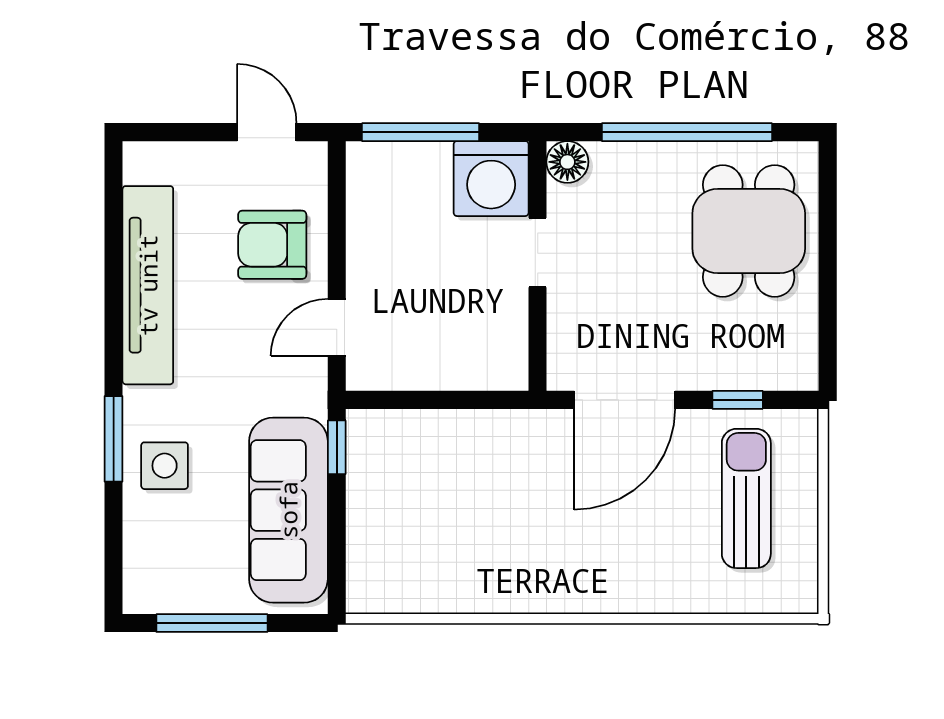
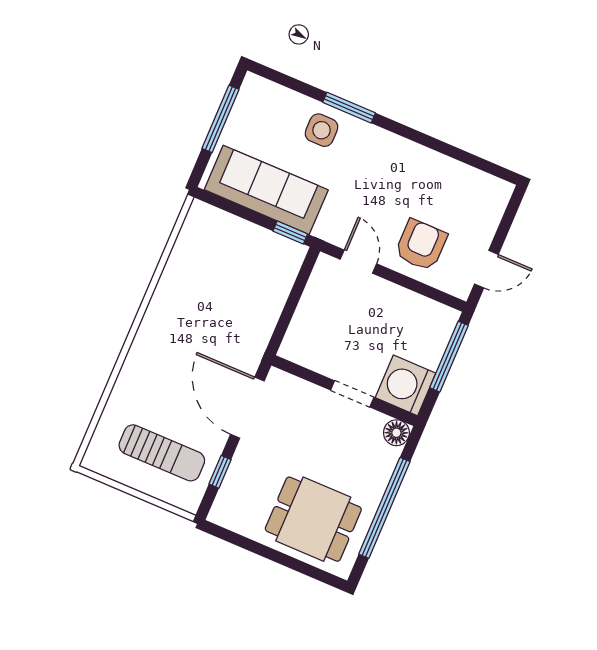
tv unit: (148, 285) -> (428, 164), removed

